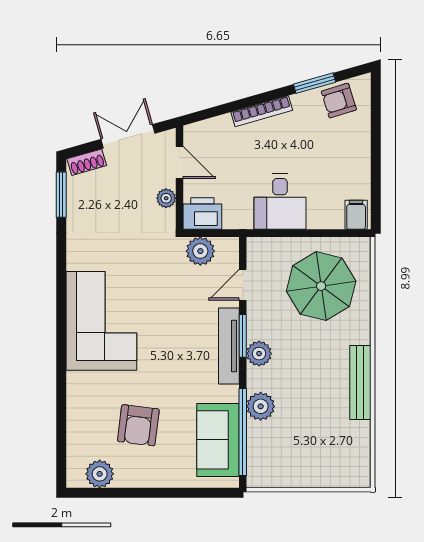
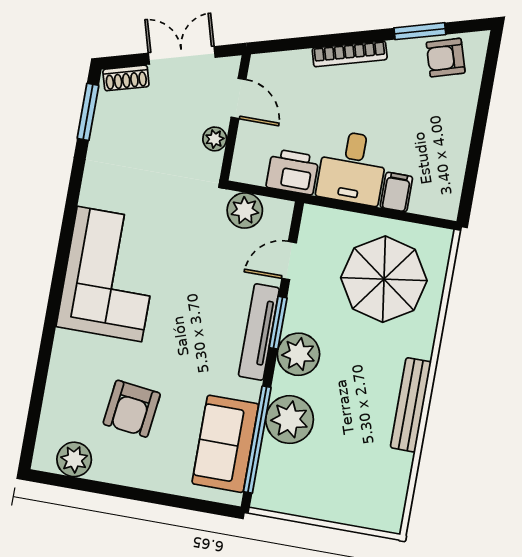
printer: (202, 213) -> (293, 172), moved
filing cabinet: (356, 215) -> (396, 192), moved
plant: (259, 354) -> (298, 354), width x1.36, depth x1.36
plant: (261, 406) -> (290, 420), width x1.36, depth x1.36

